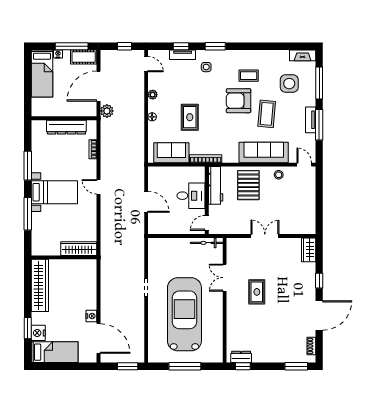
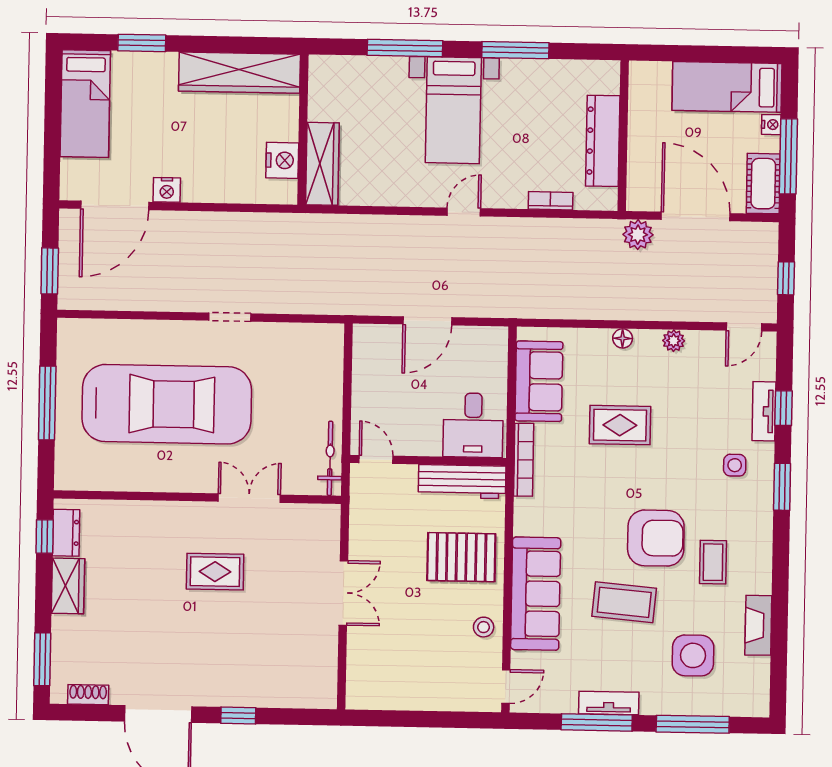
fireplace: (303, 55) -> (758, 625), moved
armchair: (239, 101) -> (656, 538), turned 90
desk: (191, 196) -> (473, 425), moved
wardrobe: (309, 250) -> (68, 586), moved, turned 90
nightstand: (38, 333) -> (282, 160), moved, turned 90

